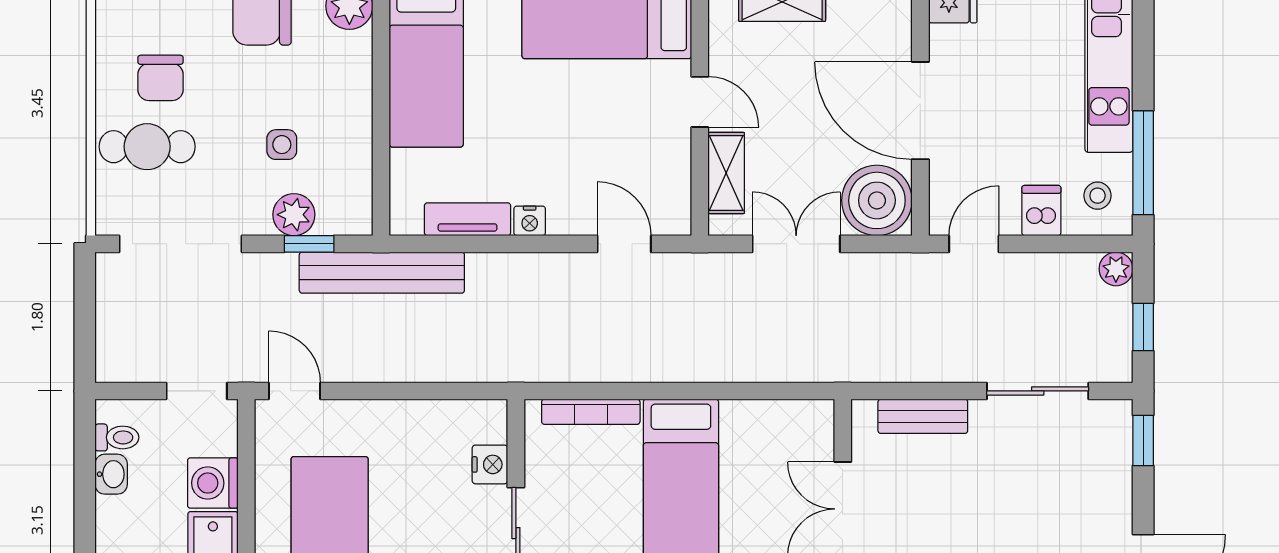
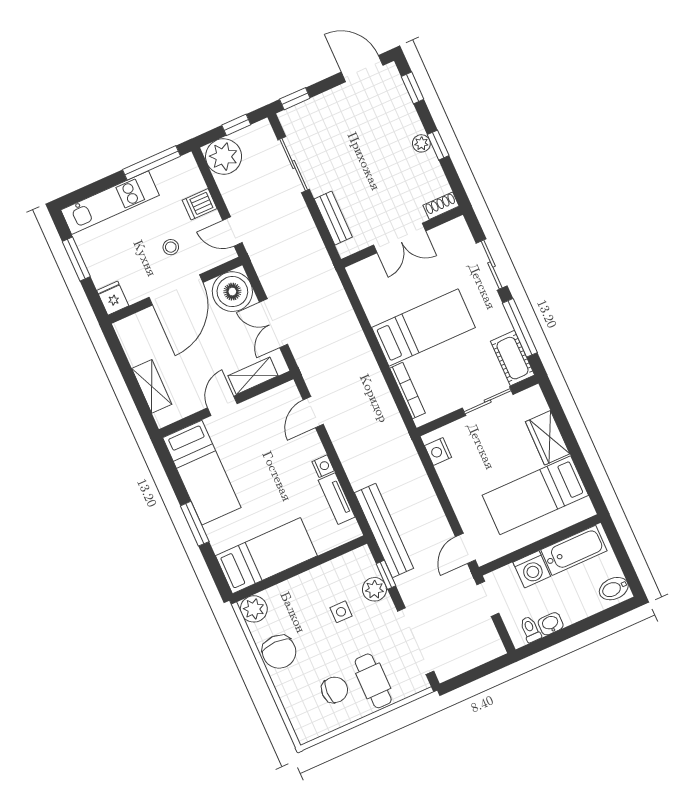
stool: (1098, 196) -> (171, 247), moved
plant: (1116, 269) -> (224, 156), width x1.88, depth x1.88
nightstand: (490, 464) -> (438, 452), moved, turned -90

